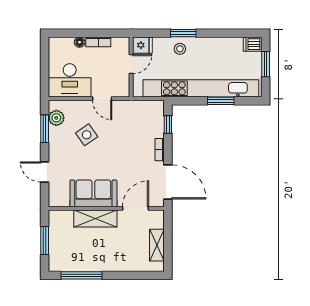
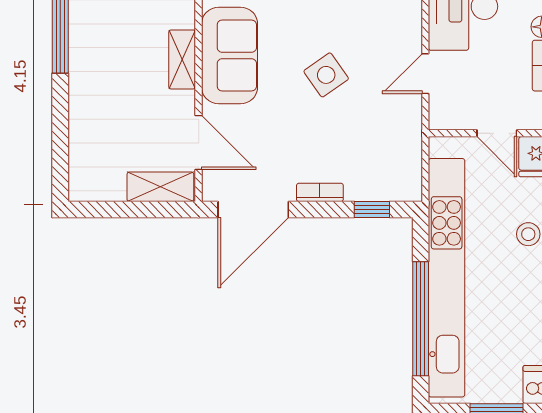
window: (221, 101) -> (421, 319), width x2.11
side table: (87, 135) -> (326, 75), moved
shelving: (95, 218) -> (182, 59), width x0.67, depth x0.75
shelving: (157, 245) -> (160, 187), moved

